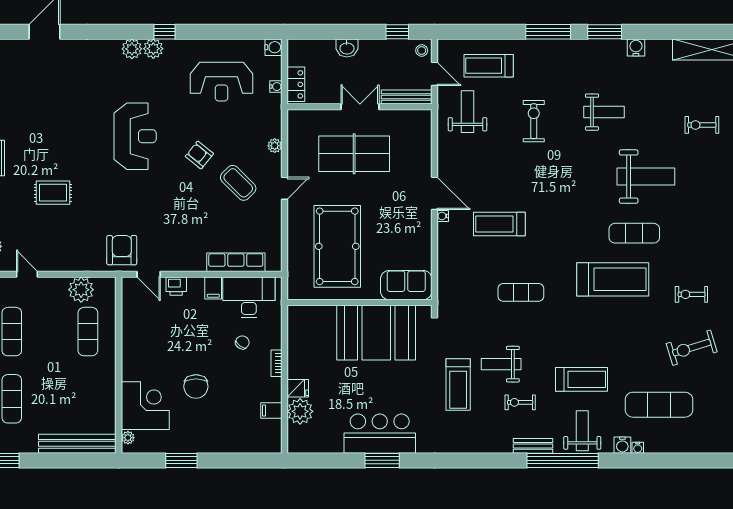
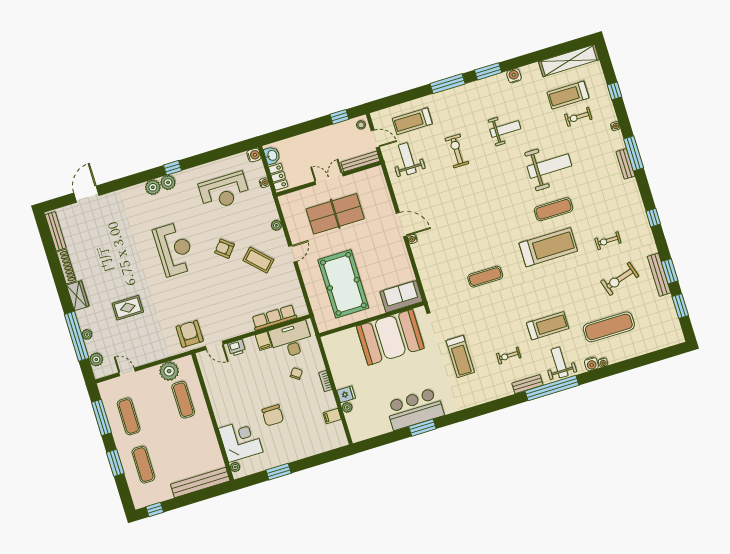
washbasin: (347, 48) -> (272, 155), moved, turned -90
treadmill: (499, 224) -> (568, 95), moved
weight bench: (501, 364) -> (487, 332), removed
plant: (300, 411) -> (347, 407), width x0.53, depth x0.53

